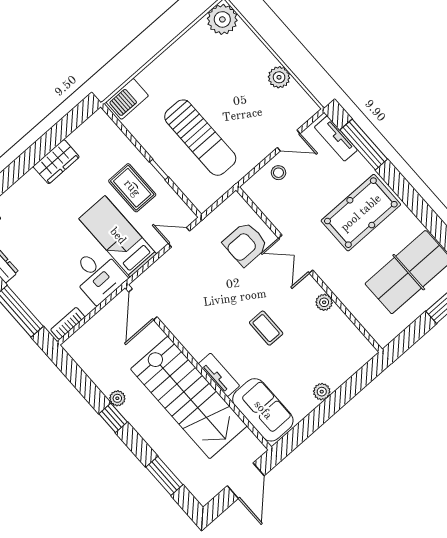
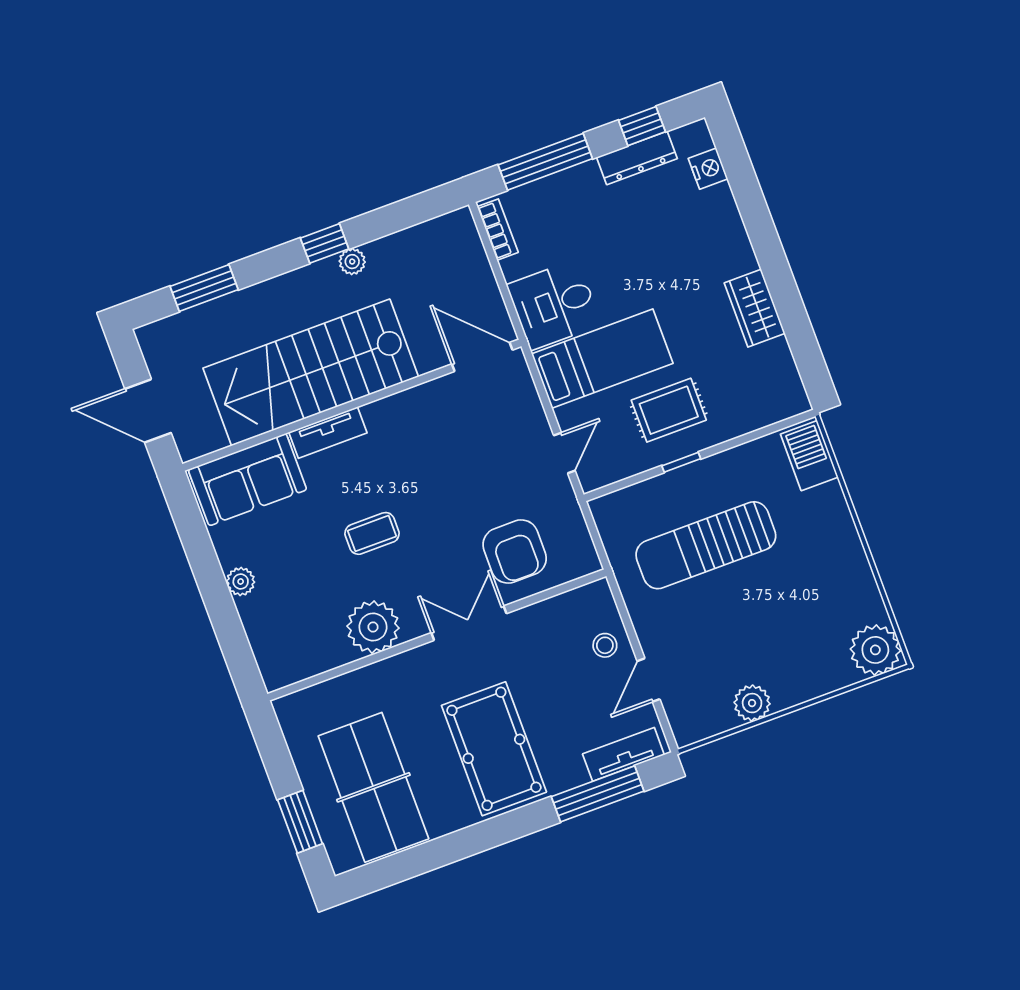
armchair: (245, 244) -> (515, 552), turned 180
plant: (324, 302) -> (373, 627), width x1.87, depth x1.87

